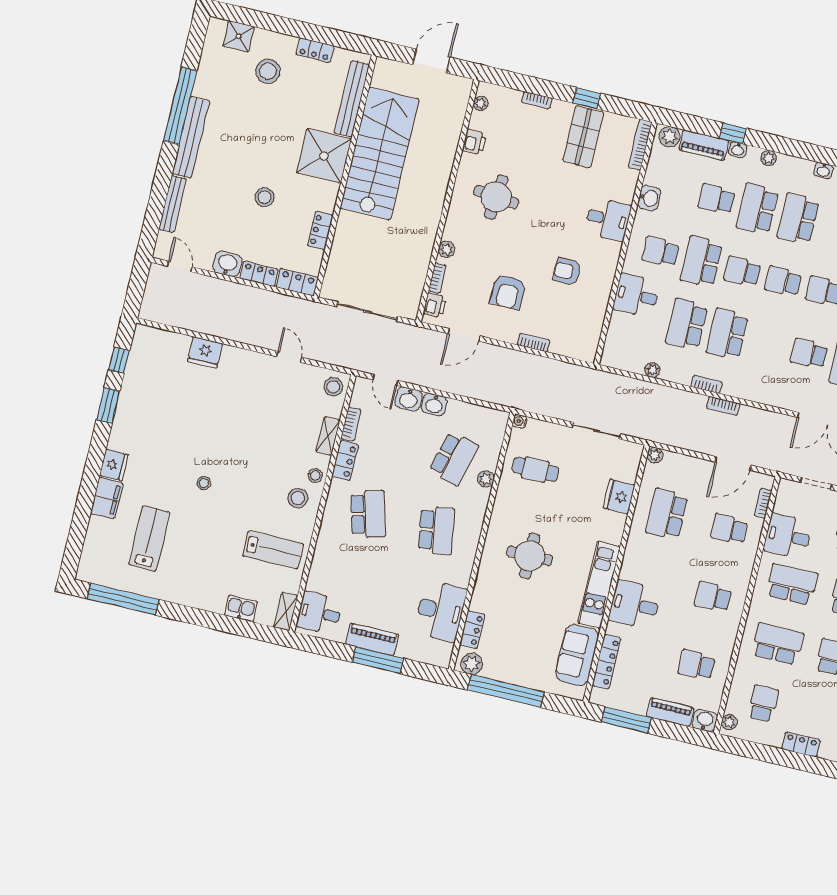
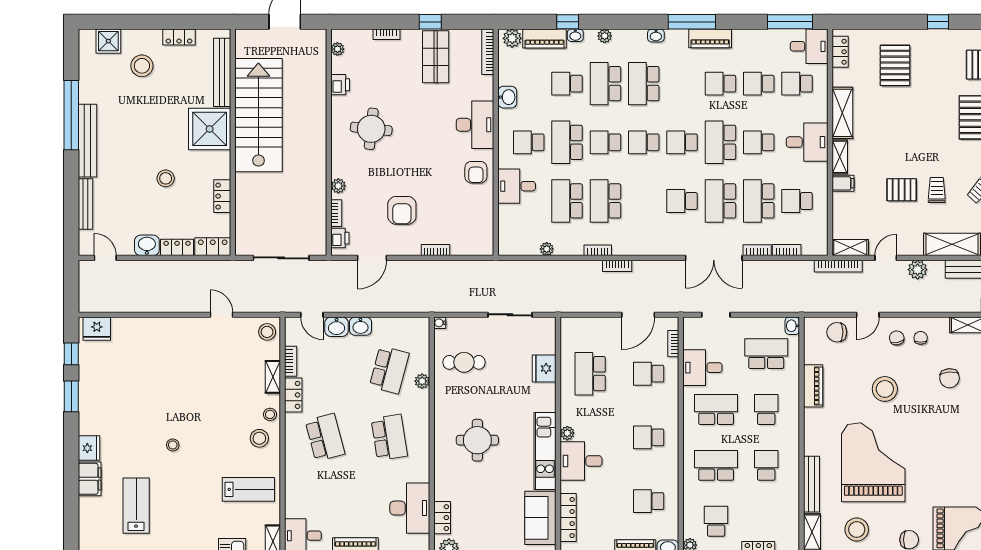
desk: (608, 219) -> (475, 125), width x1.37
armchair: (567, 271) -> (476, 172), moved, turned -90
fridge: (205, 352) -> (97, 329), moved
plant: (655, 455) -> (567, 433), moved

